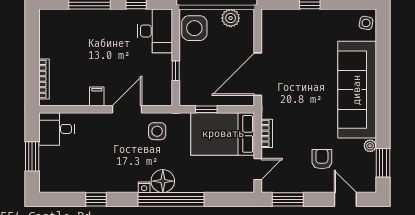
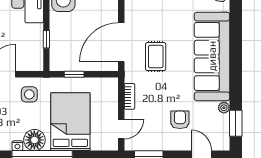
rug: (295, 90) -> (156, 57), added
bed: (223, 134) -> (70, 122), moved, turned 90

